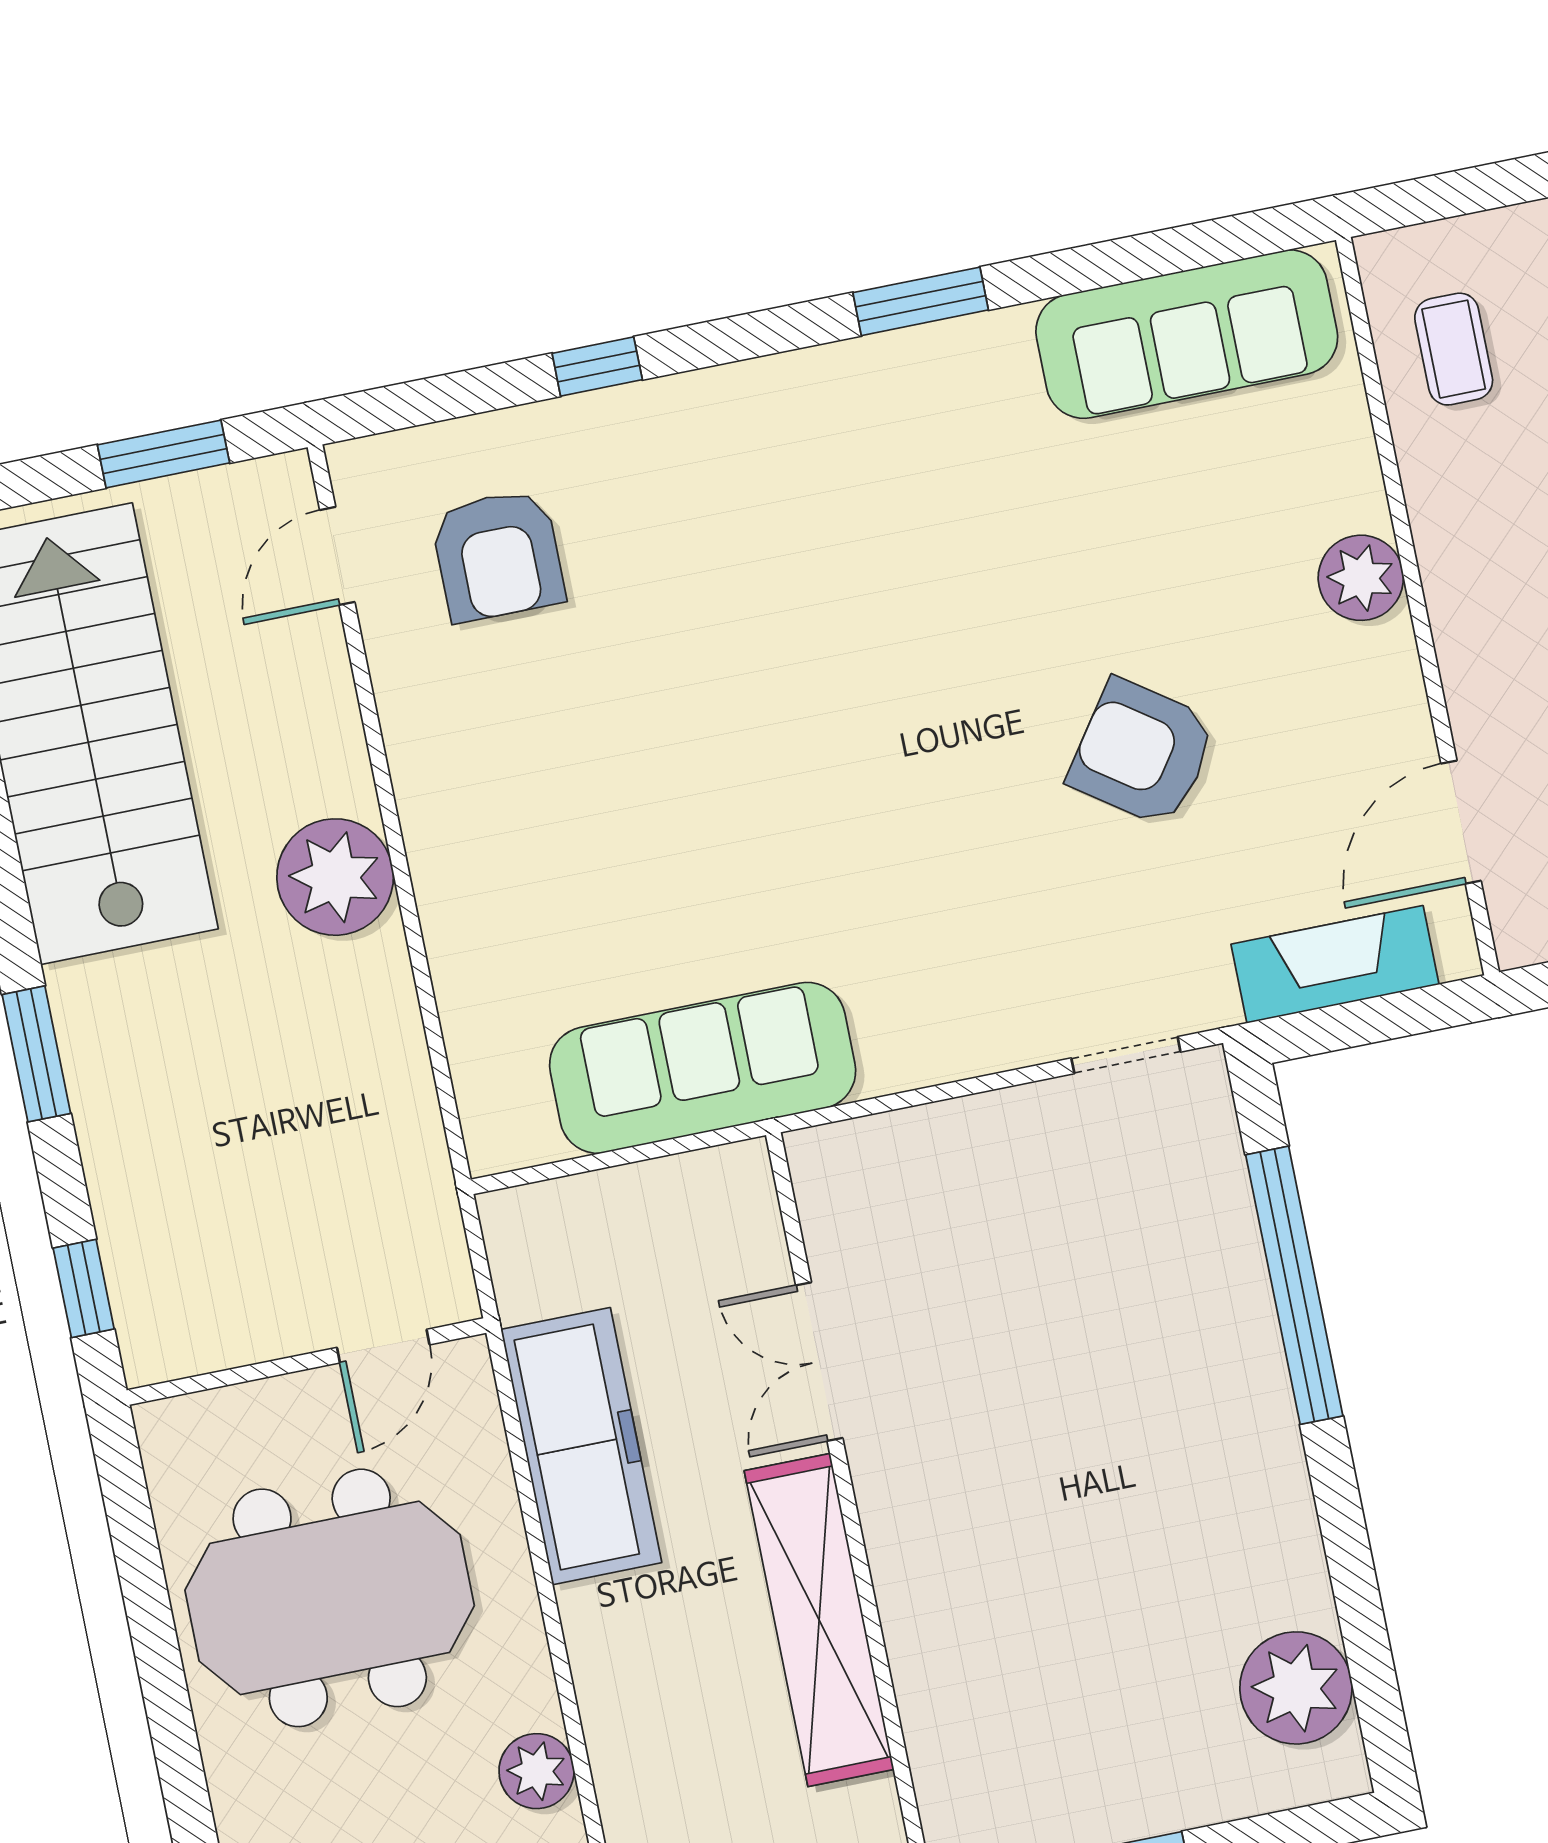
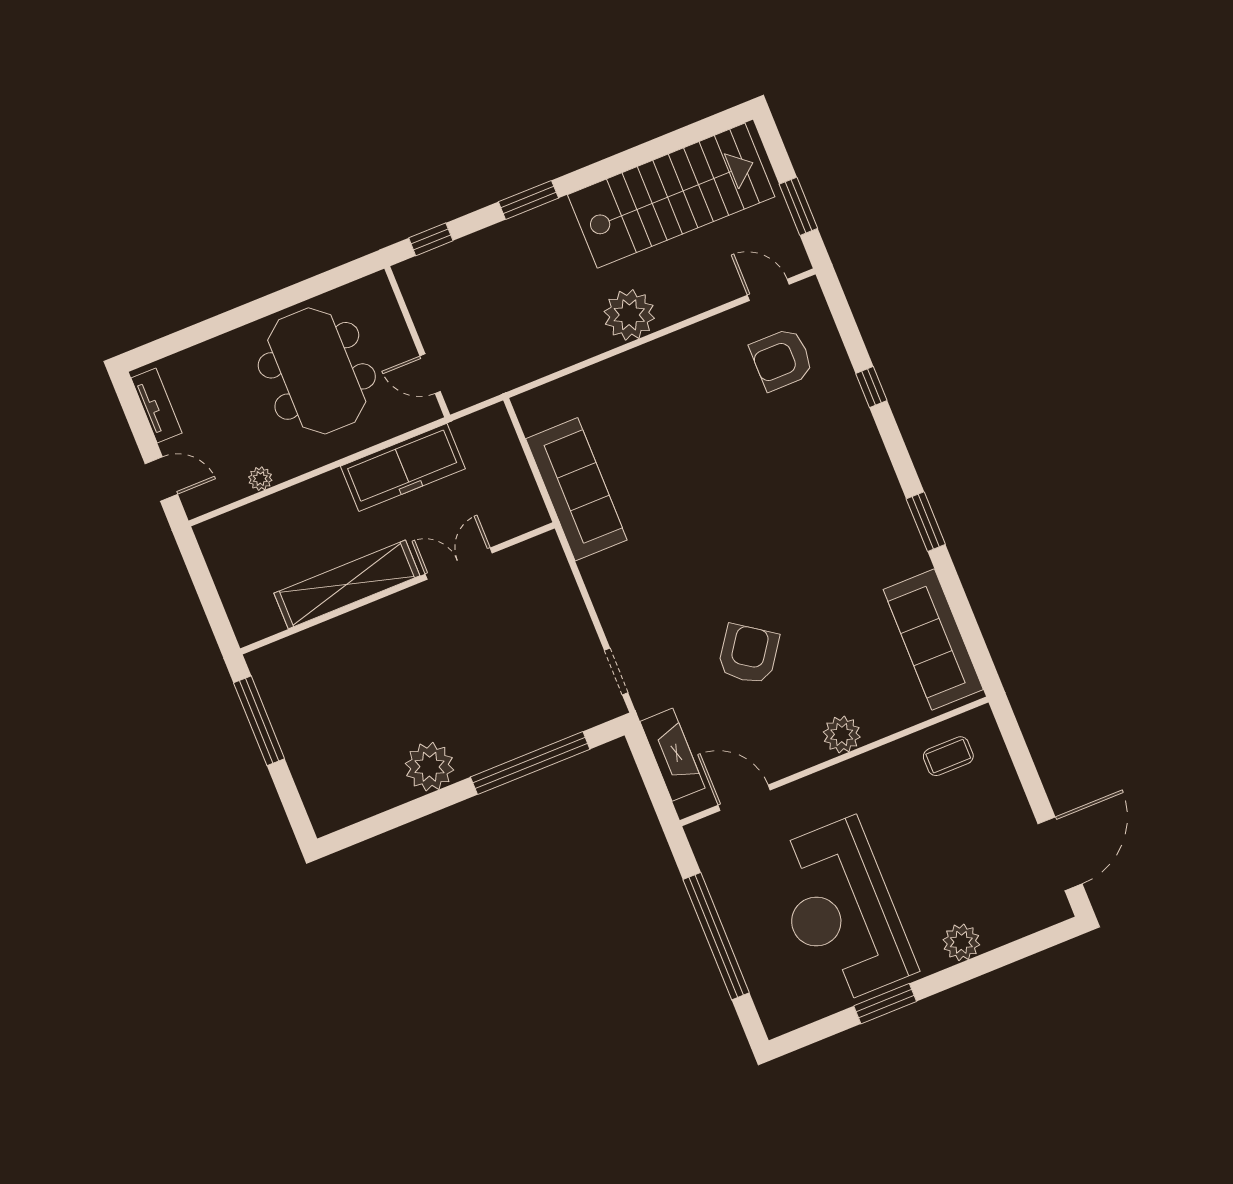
plant: (1296, 1688) -> (429, 767), moved
plant: (537, 1771) -> (260, 479), width x0.73, depth x0.73

